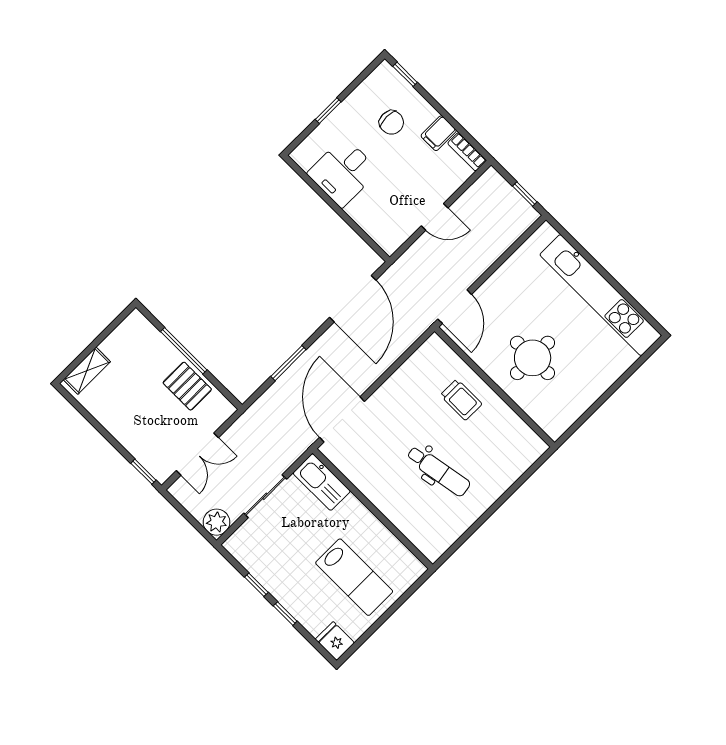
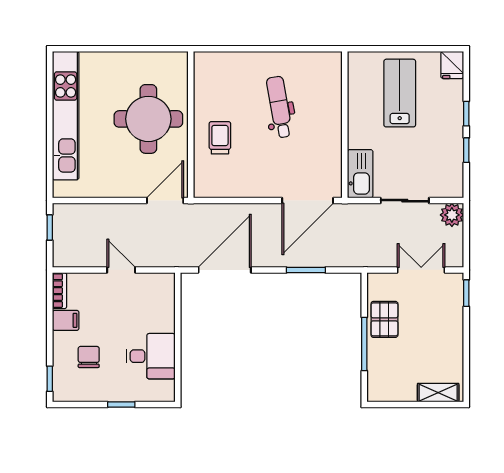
round table: (533, 358) -> (148, 119), width x1.36, depth x1.36

